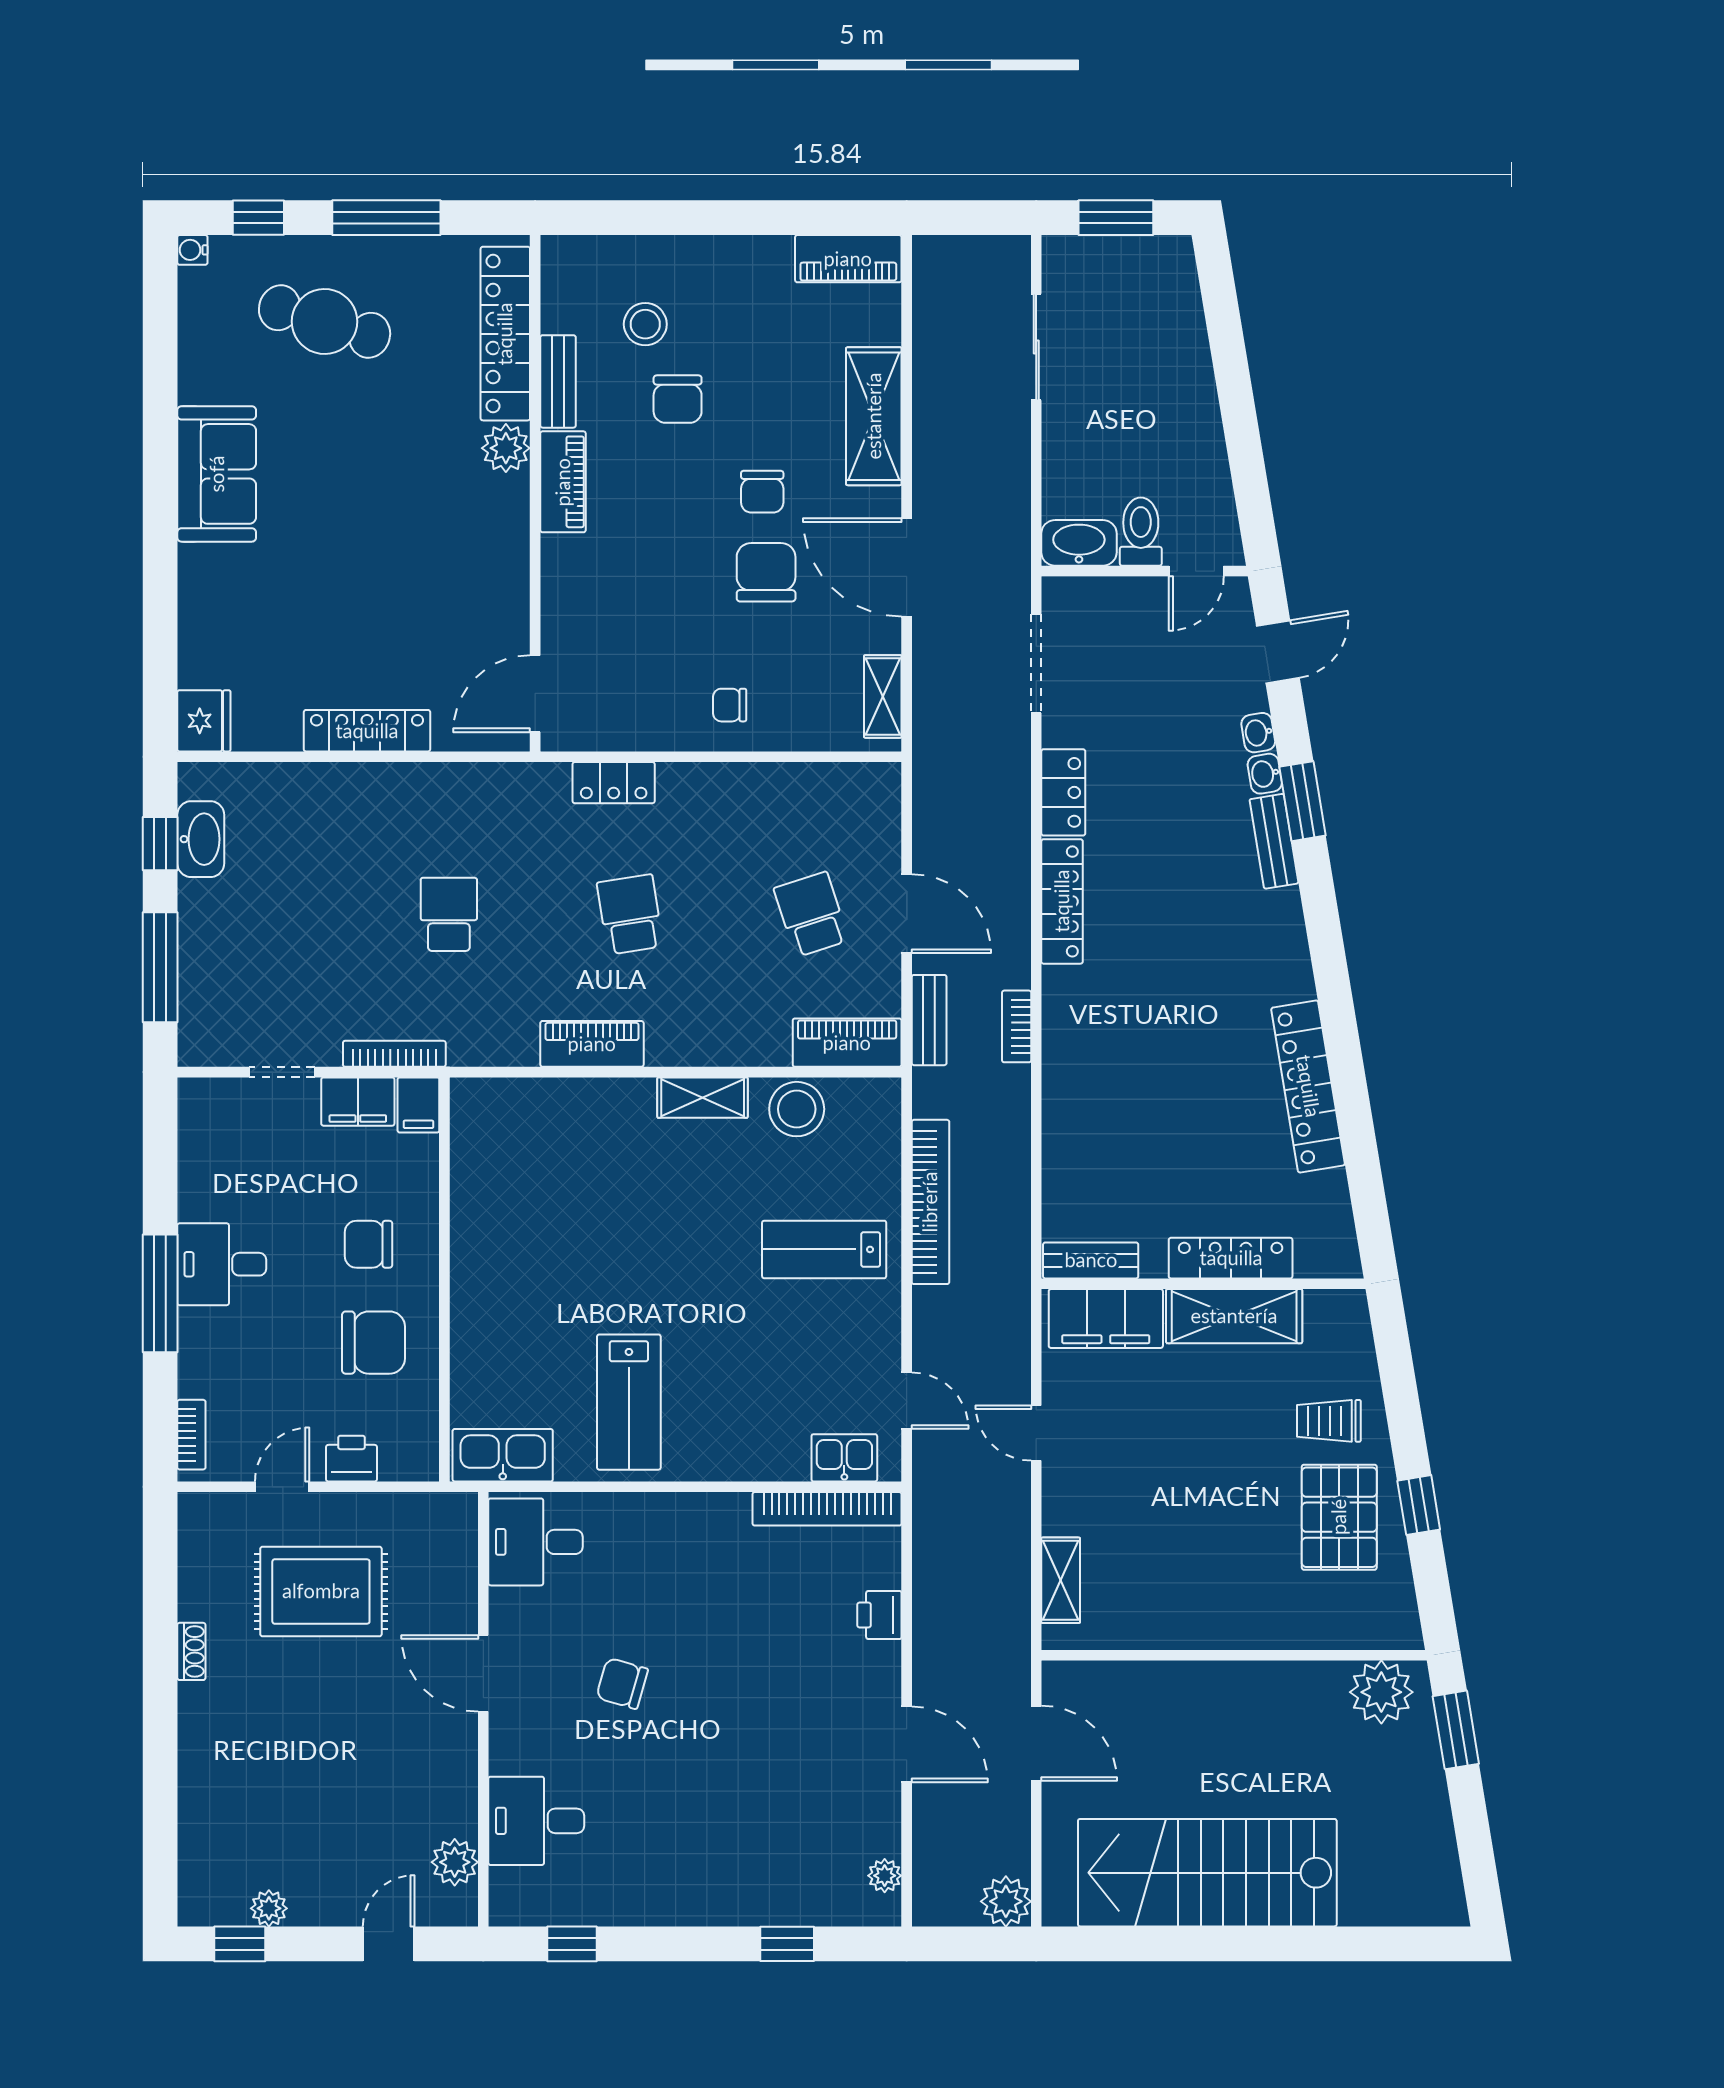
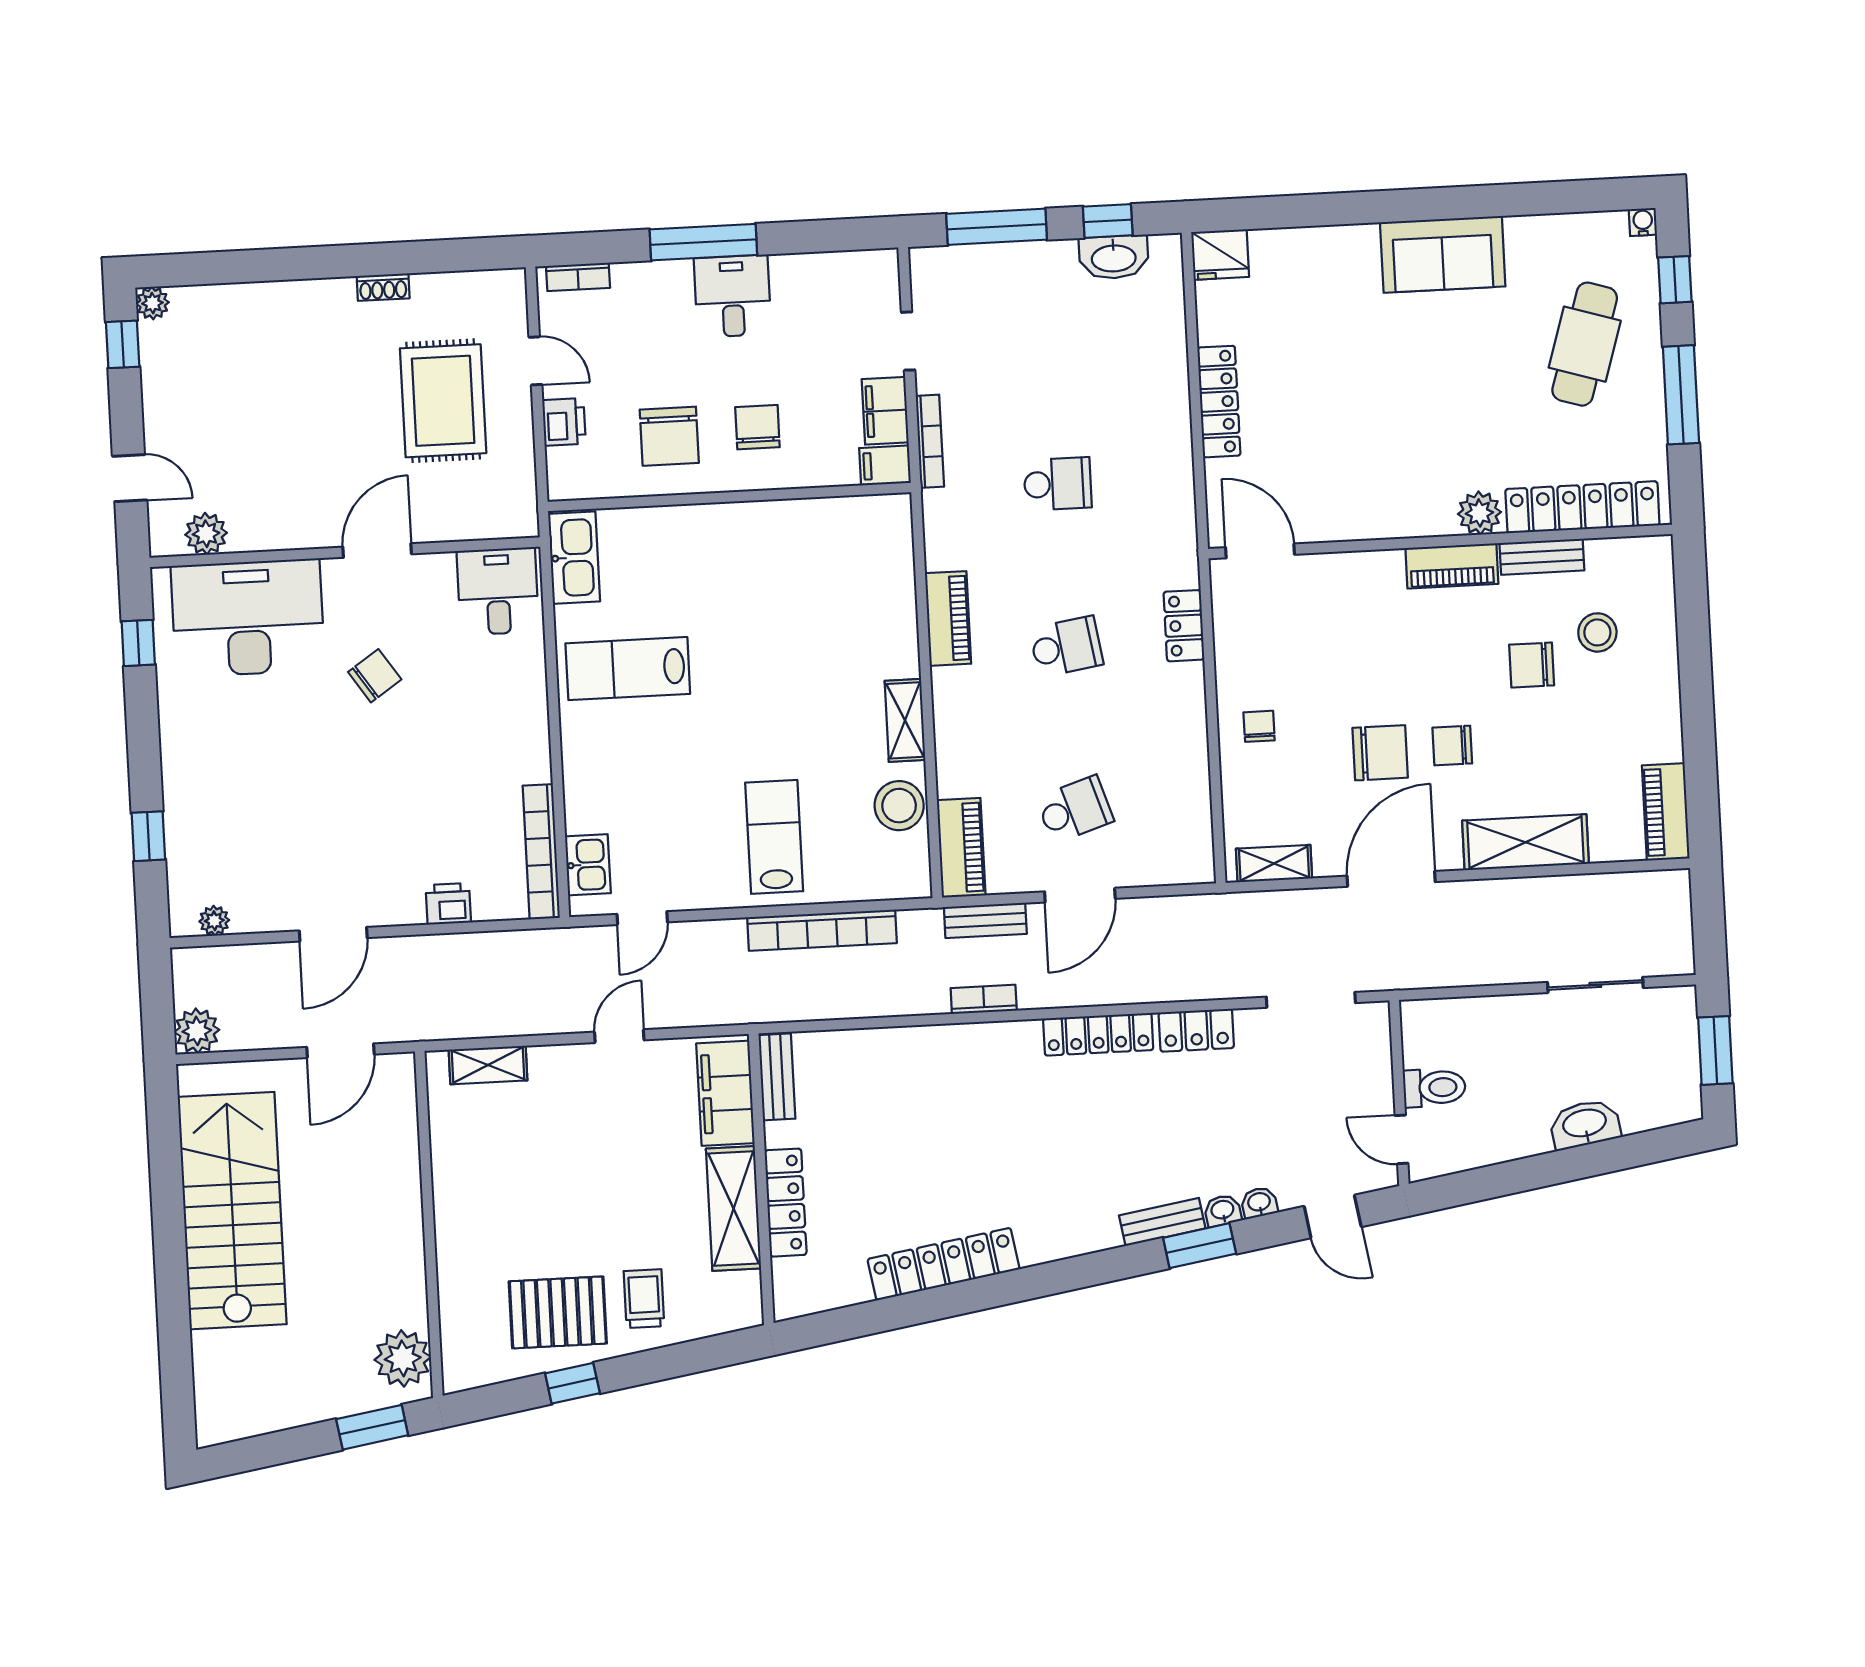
washbasin: (1079, 543) -> (1585, 1124), moved, turned -99
chair: (622, 1683) -> (375, 676), turned 40
desk: (536, 1821) -> (248, 618), width x1.87, depth x1.30
plant: (269, 1908) -> (152, 303), moved

